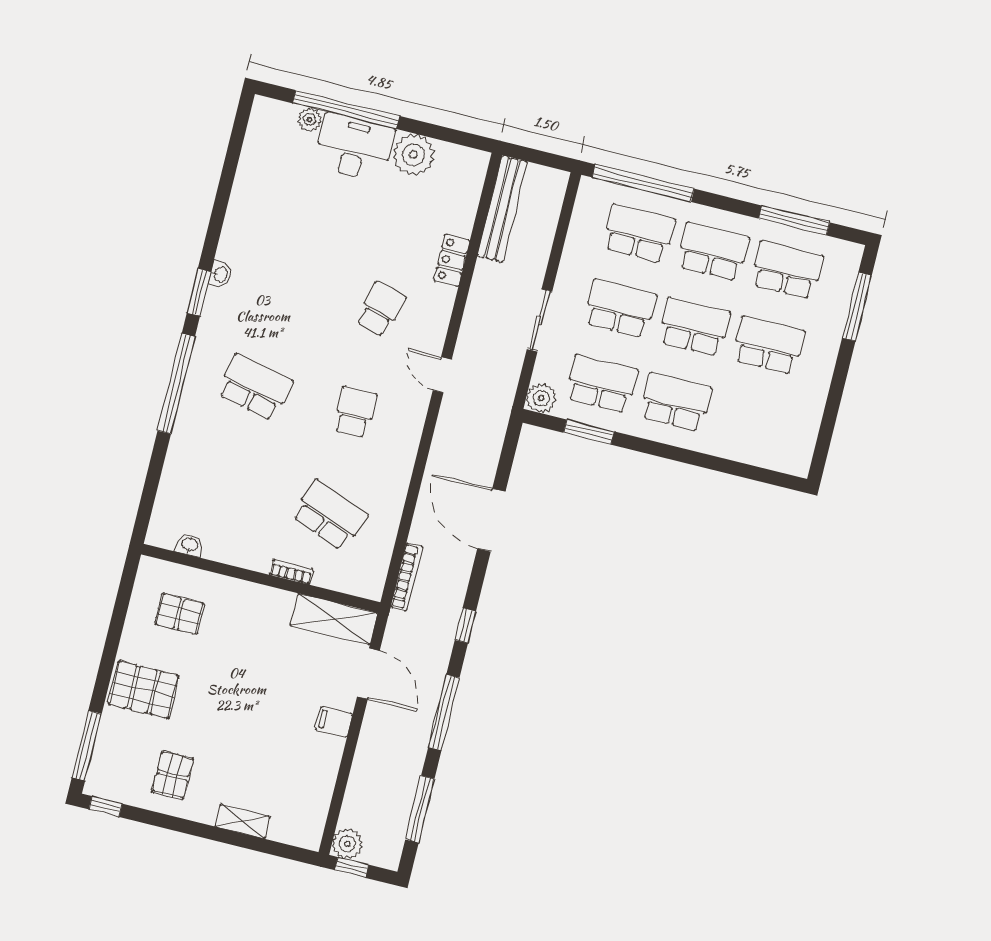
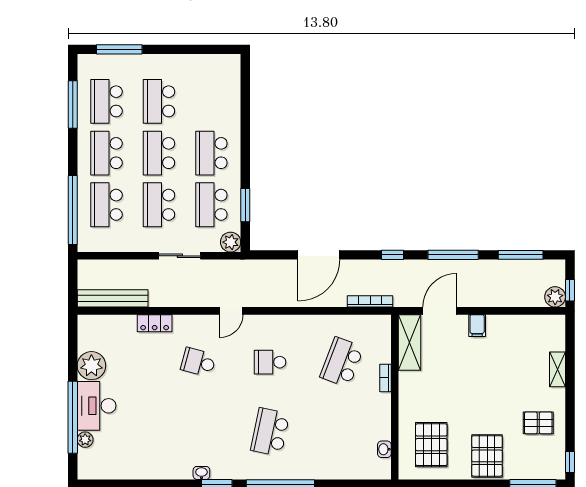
pallet: (179, 614) -> (431, 445), width x1.50, depth x1.42

